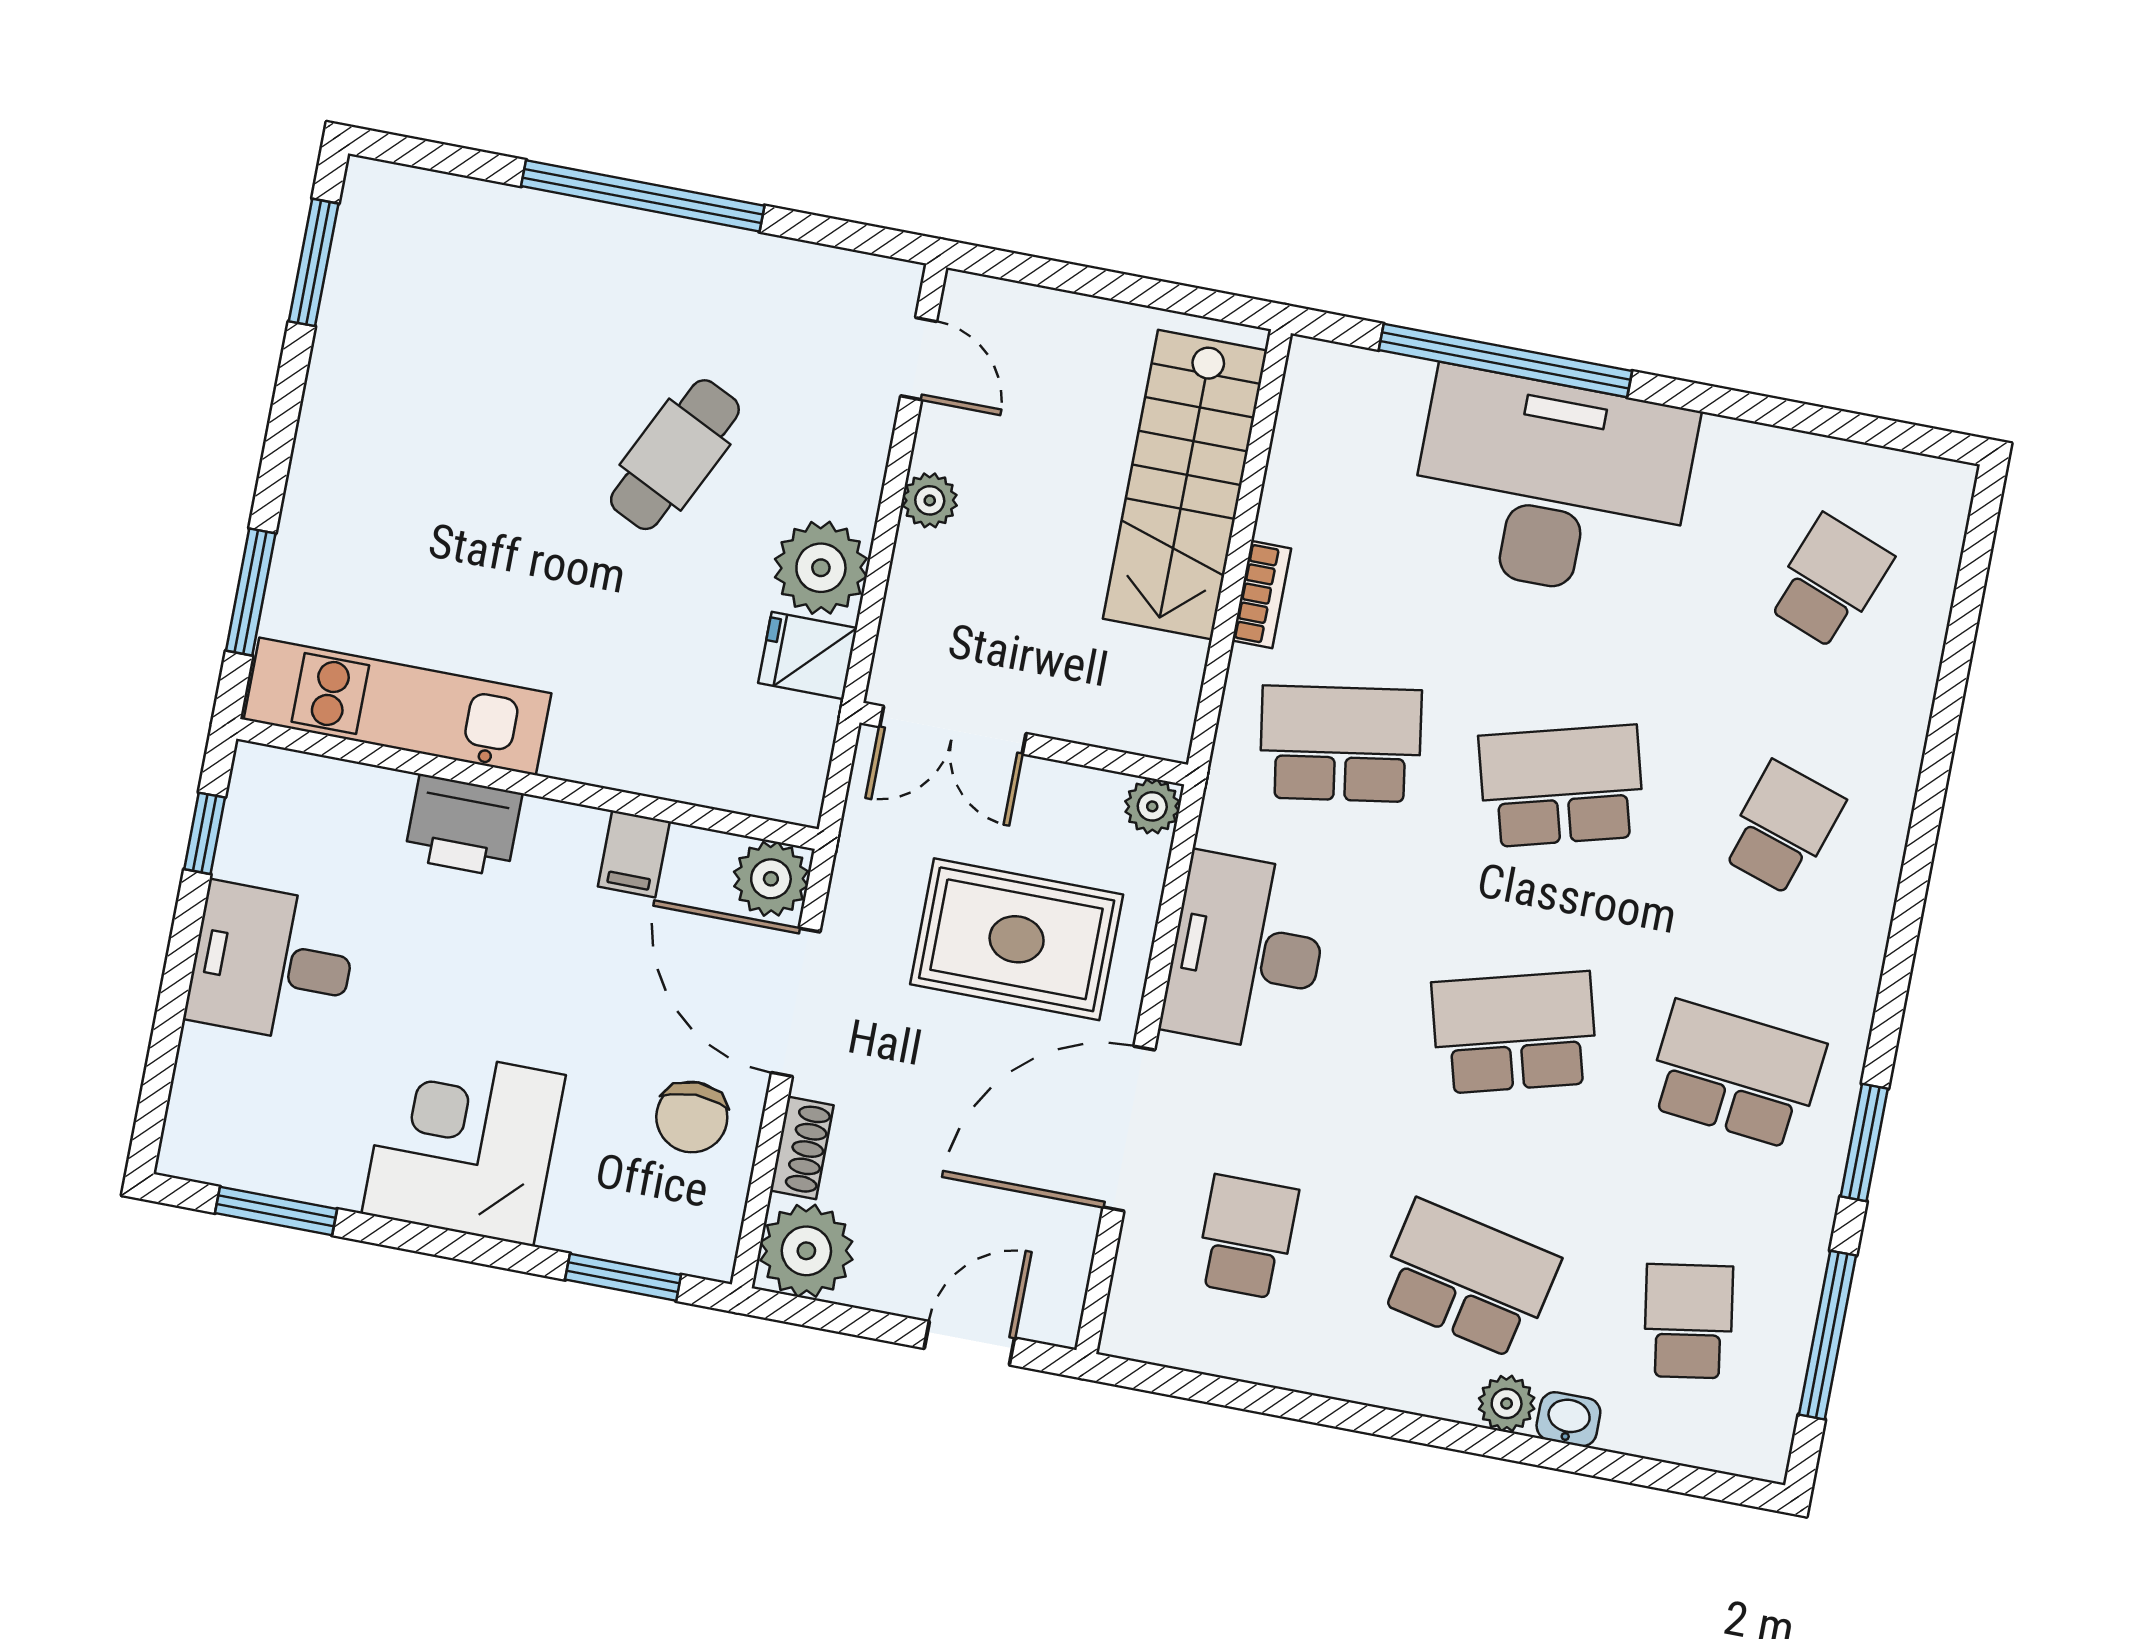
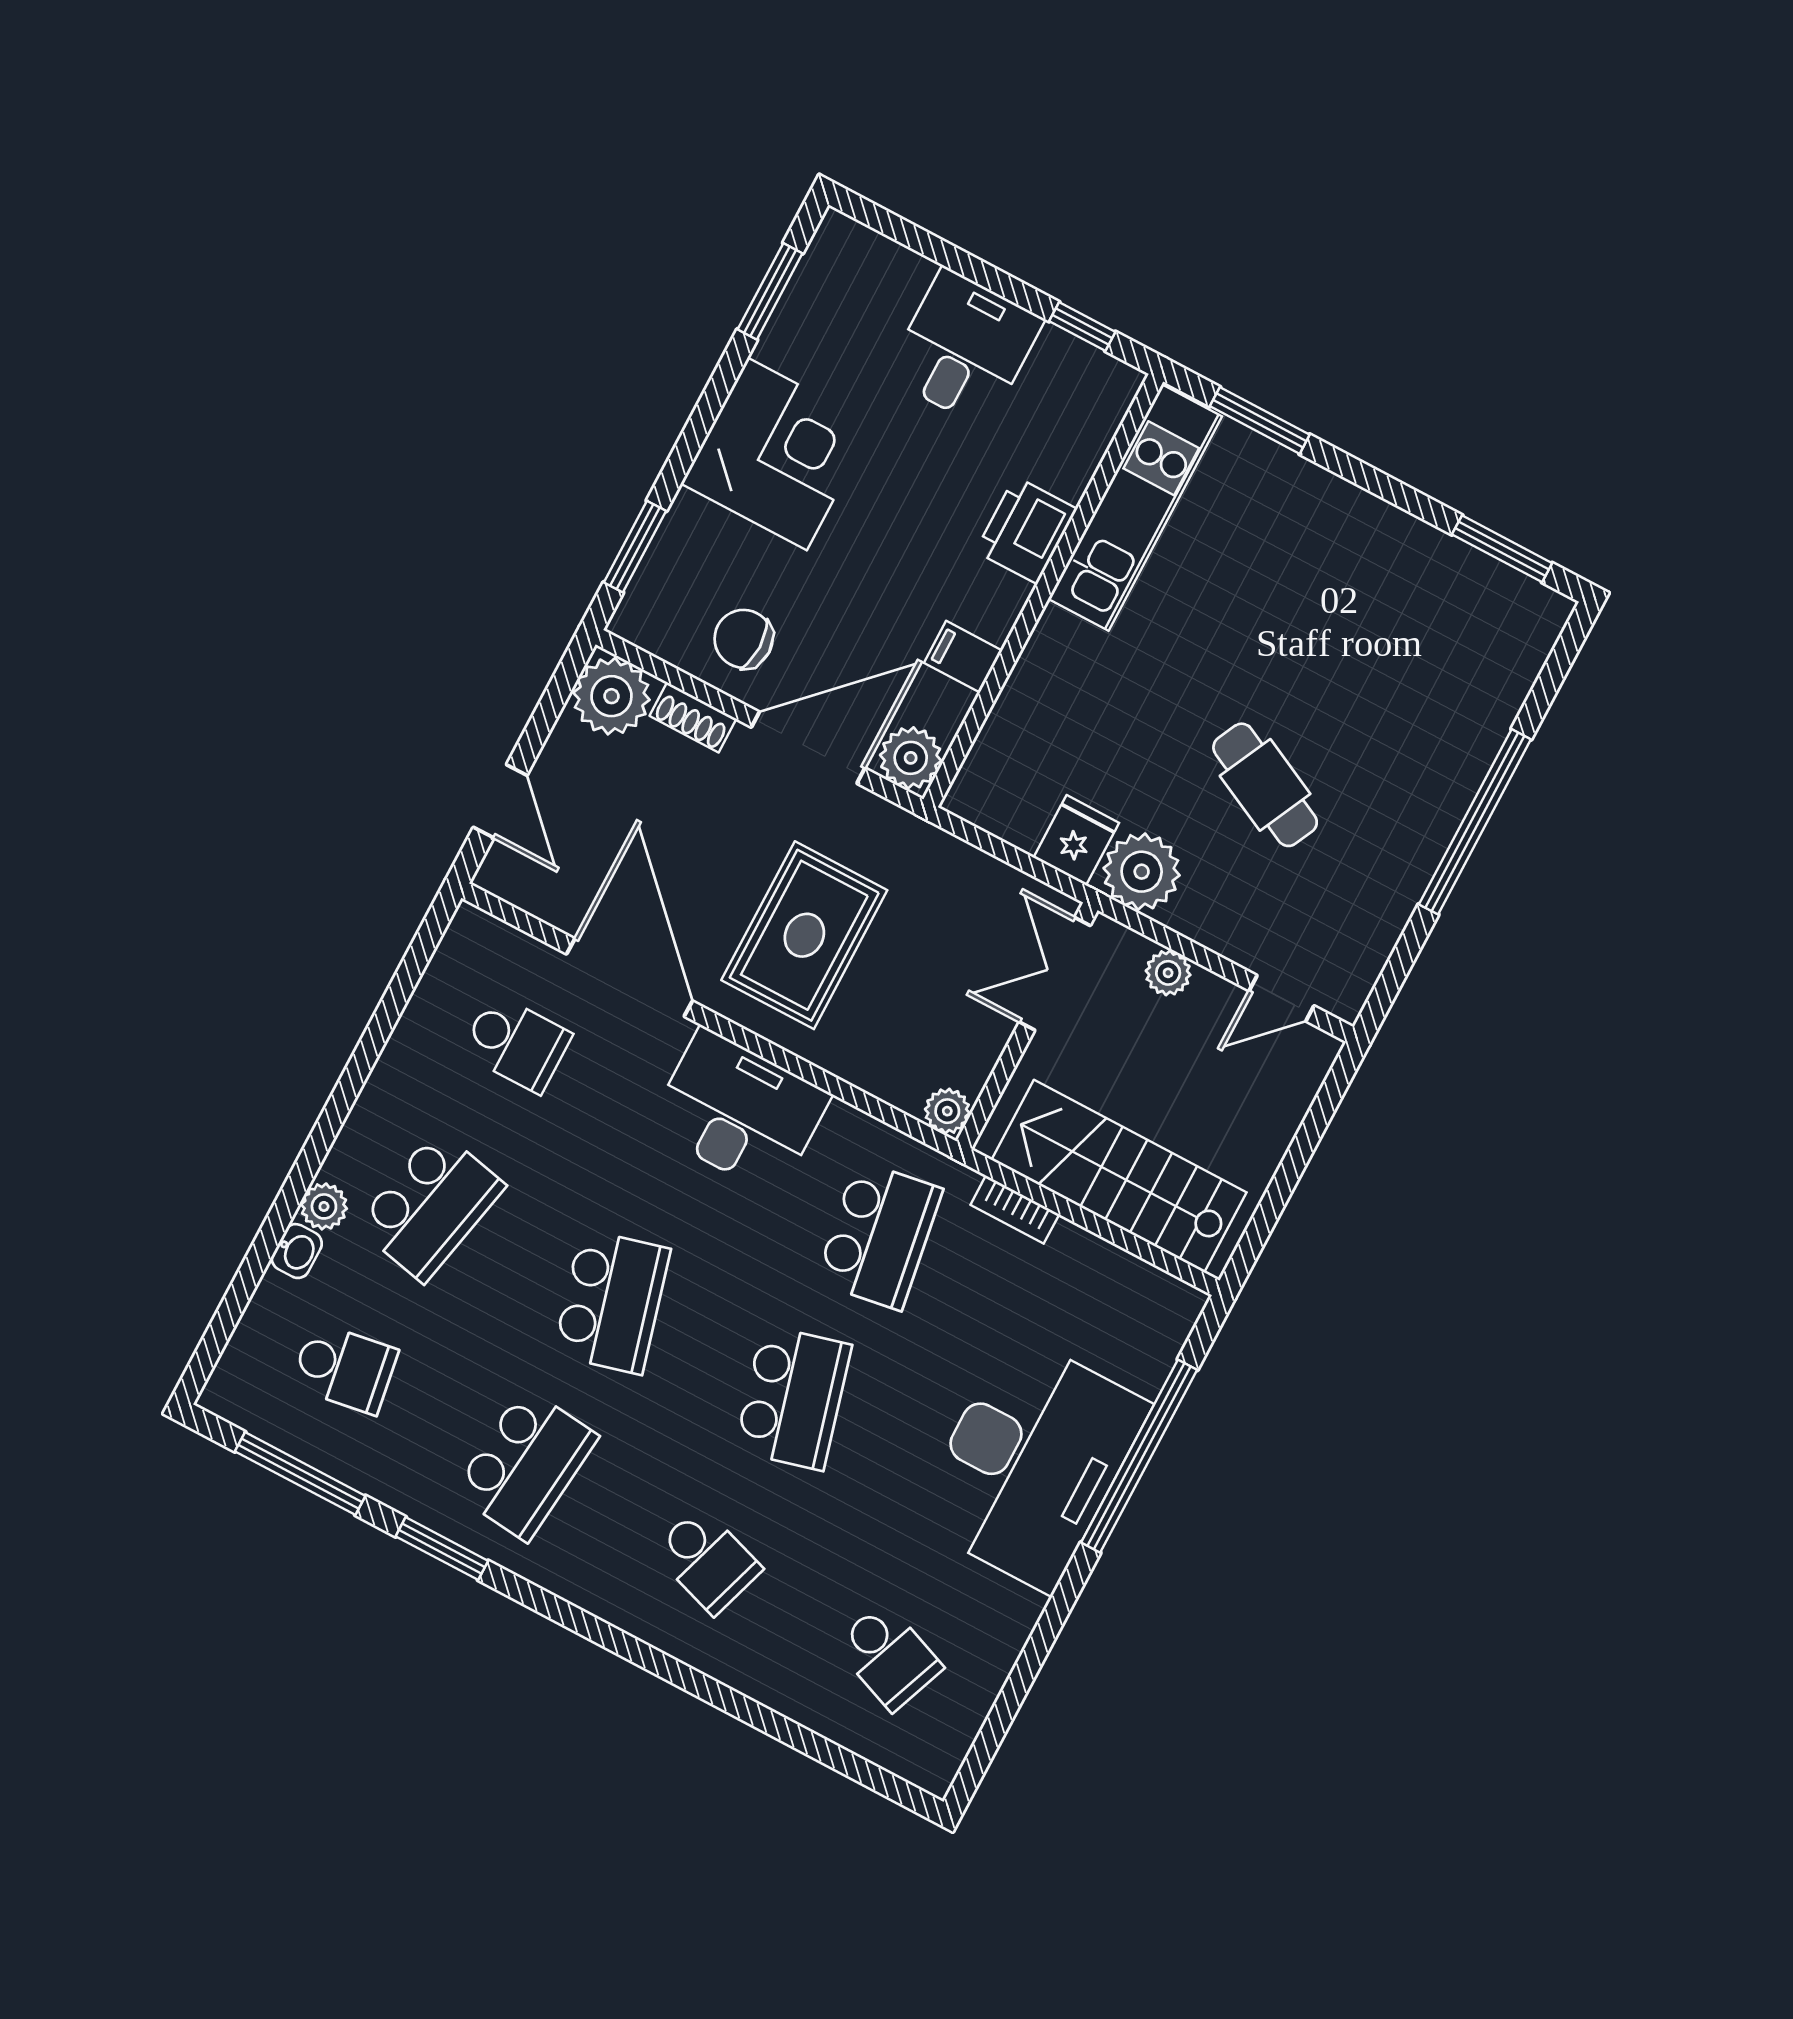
double door: (953, 730) -> (1055, 974), moved
wall: (1024, 744) -> (1027, 1026), moved
plant: (1152, 806) -> (947, 1111), moved

